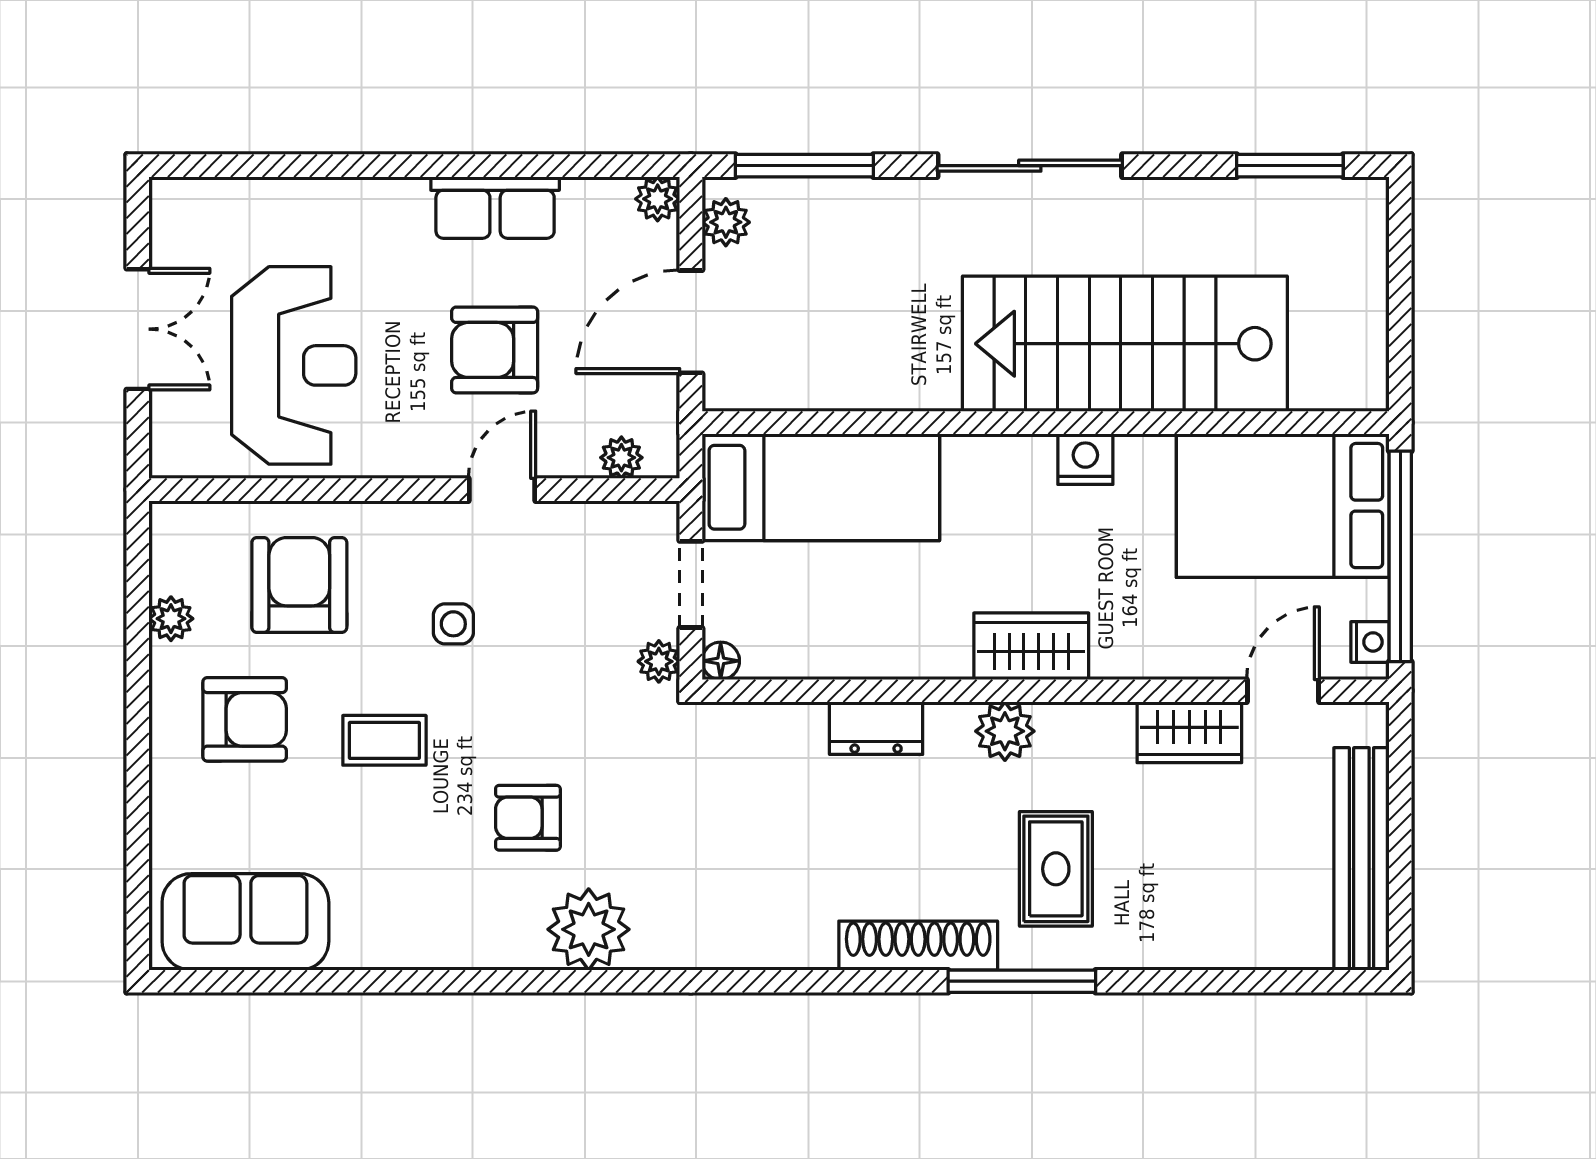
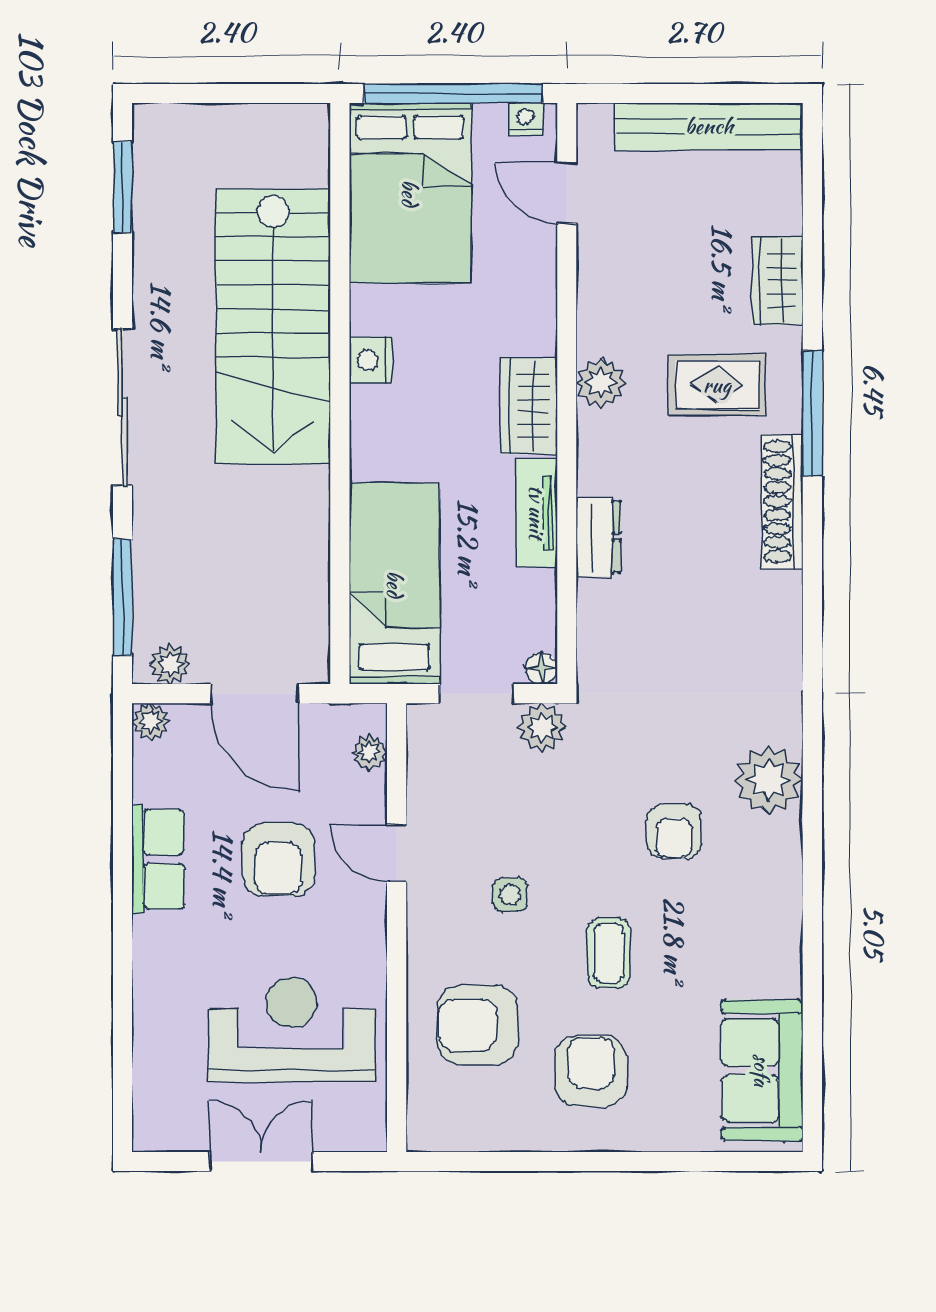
plant: (171, 619) -> (506, 1133), removed
tv unit: (905, 655) -> (537, 512), added
plant: (659, 661) -> (542, 727), width x1.38, depth x1.38
plant: (1005, 731) -> (601, 383), moved
wardrobe: (1189, 732) -> (777, 281), moved, turned 180

